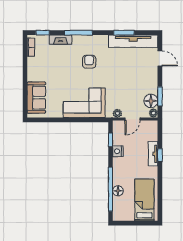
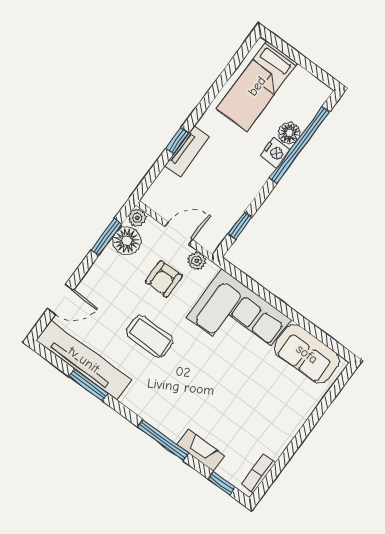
door: (160, 58) -> (60, 299), swing flipped
armchair: (89, 62) -> (164, 279), moved
coffee table: (114, 70) -> (150, 337), added
sofa: (36, 98) -> (307, 354), moved, turned -90
nightstand: (118, 151) -> (275, 152), moved

